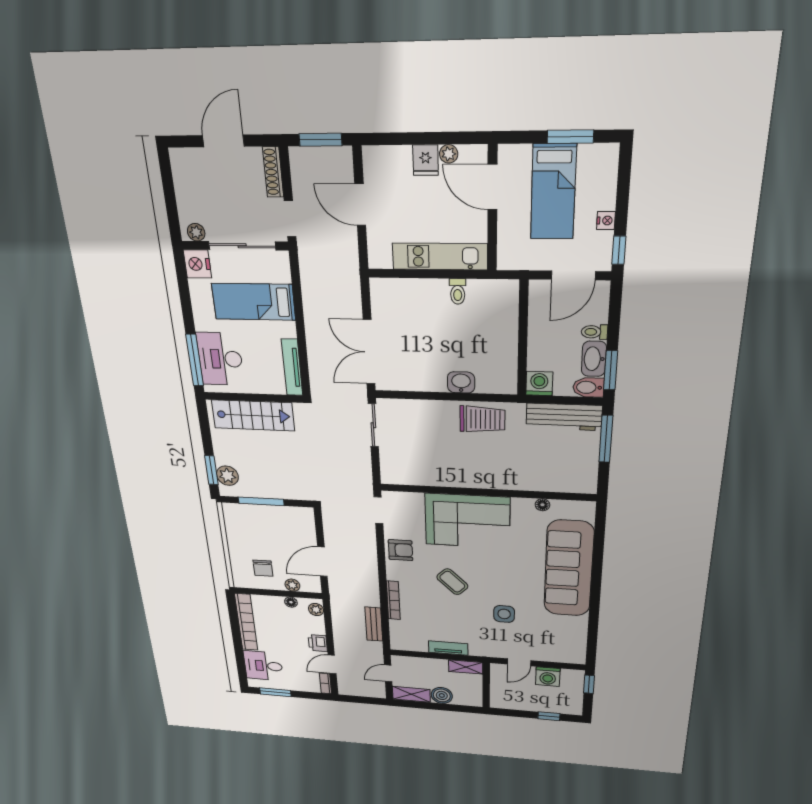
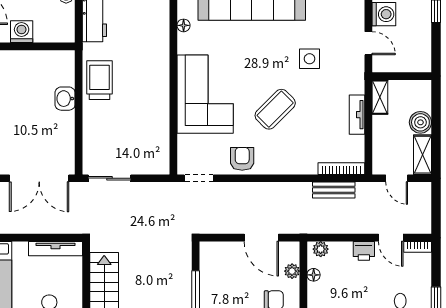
washing machine: (539, 384) -> (22, 32), moved, turned 90
coffee table: (452, 582) -> (275, 109), width x1.36, depth x1.30
bookcase: (393, 600) -> (341, 169), moved

